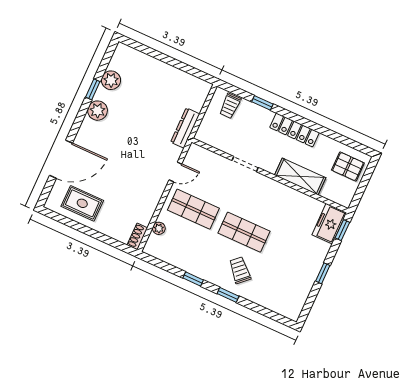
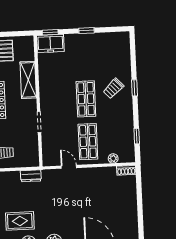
dresser: (185, 128) -> (31, 176), width x0.70
rug: (82, 203) -> (20, 221), moved, turned 90
window: (193, 279) -> (137, 136), moved

